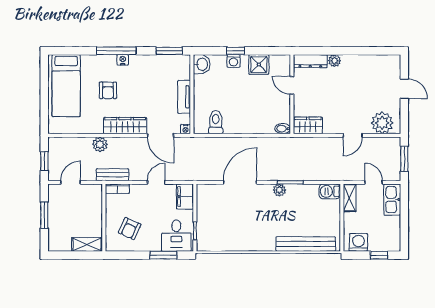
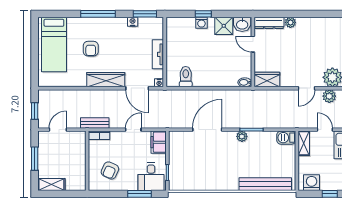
nightstand: (123, 60) -> (133, 22), moved
washbasin: (202, 64) -> (242, 24), moved, turned 90
plant: (100, 144) -> (329, 96), moved
shelving: (87, 245) -> (51, 184), moved

